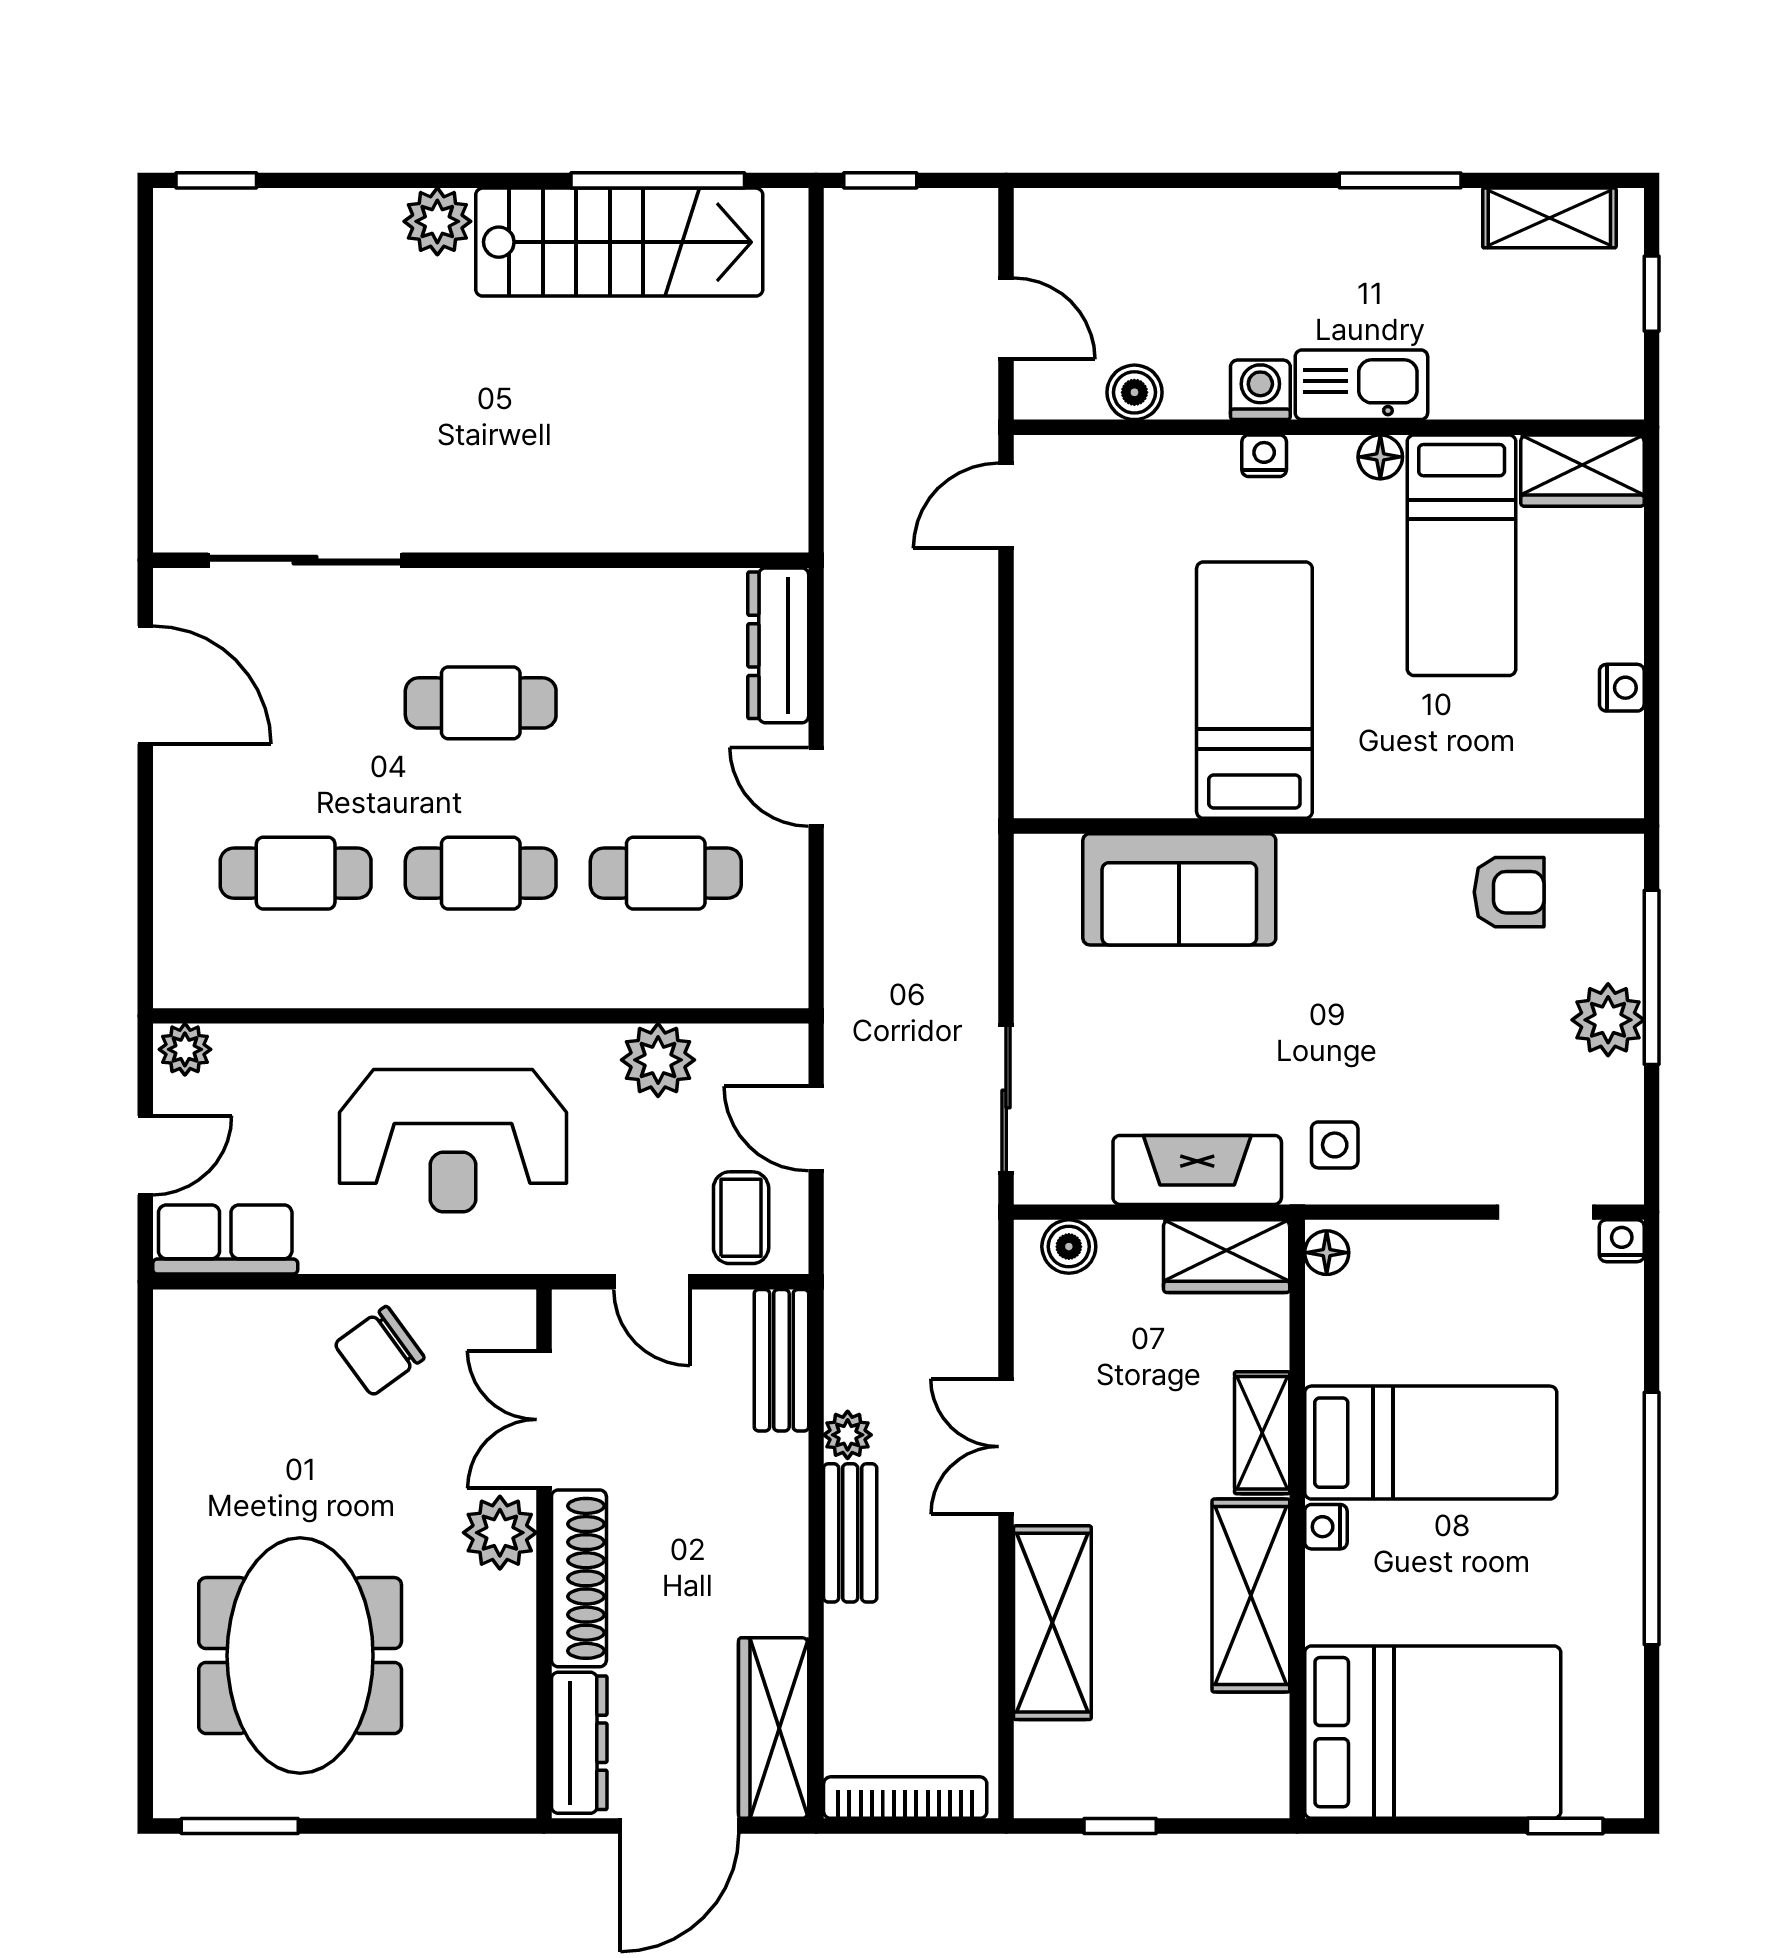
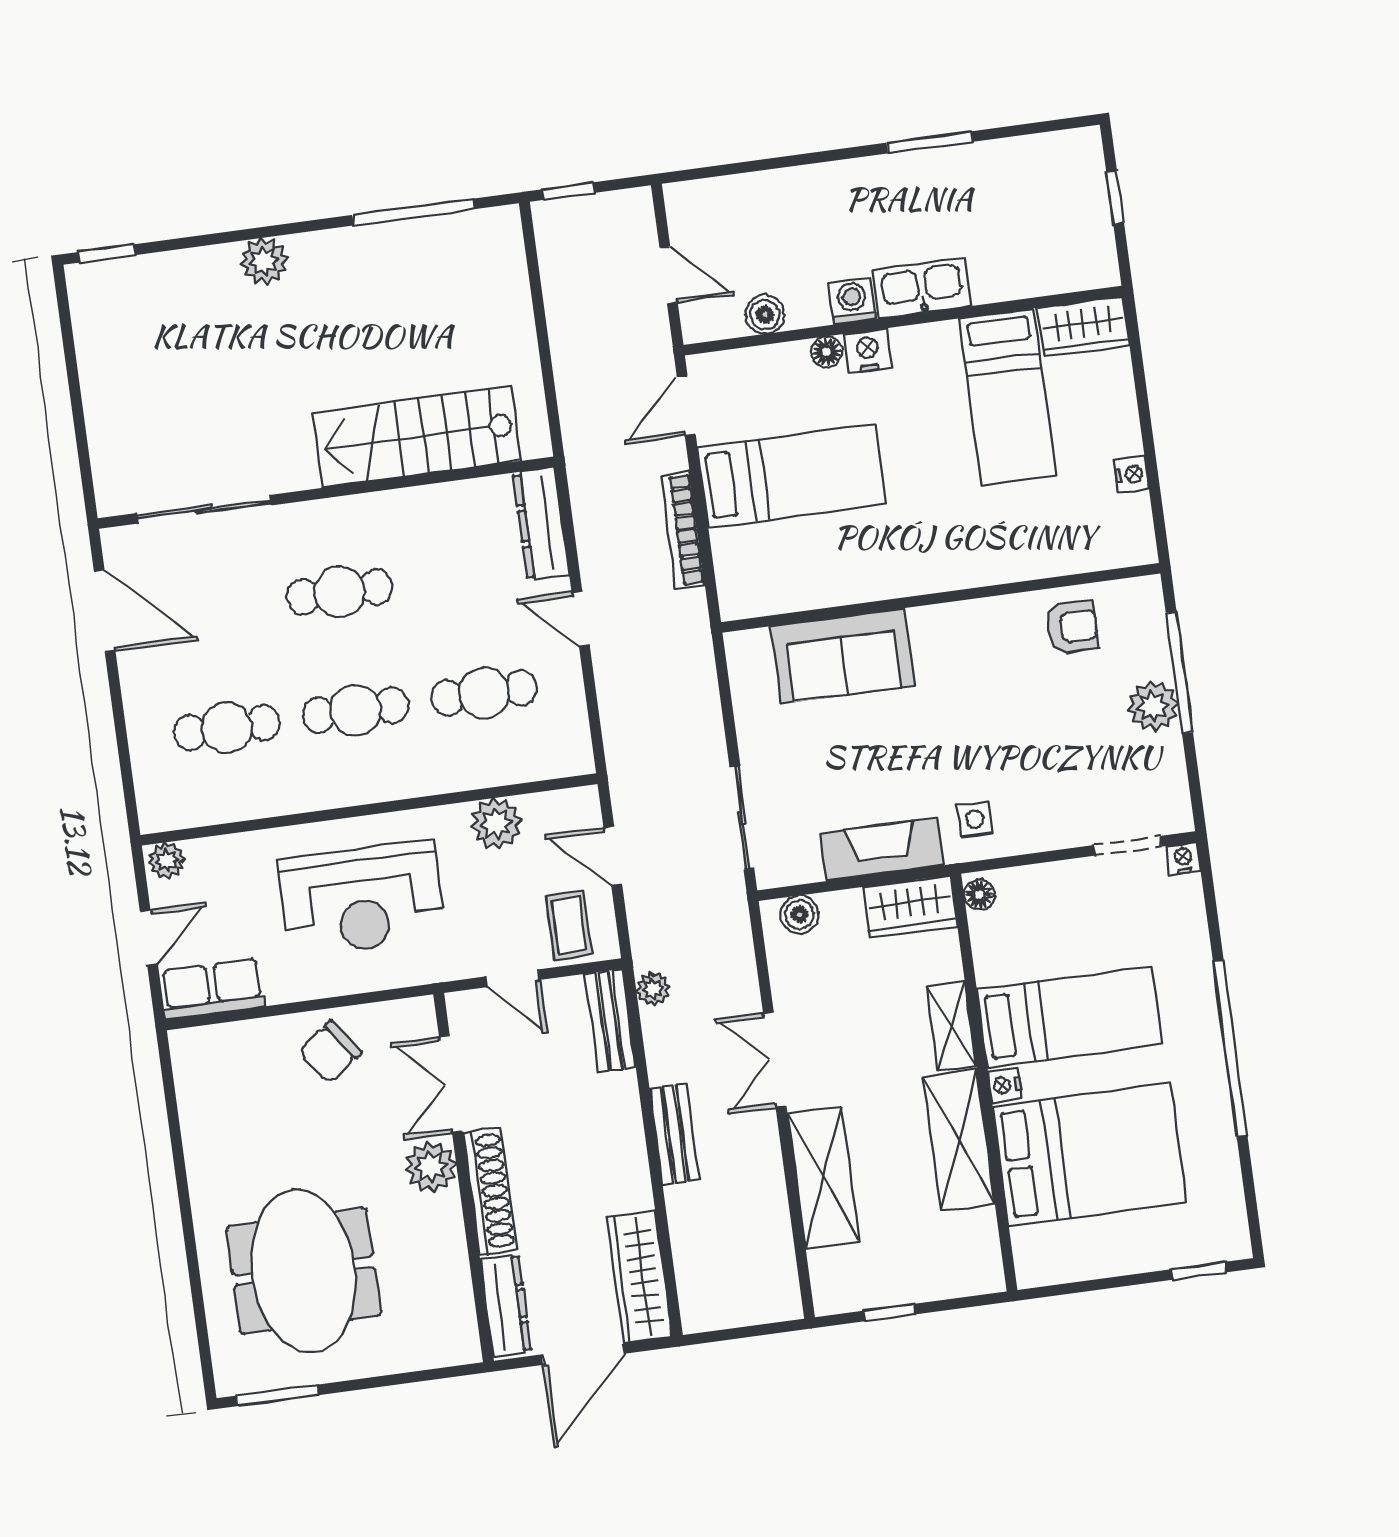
shelving: (1549, 218) -> (1037, 154), removed
stairs: (619, 242) -> (417, 437), moved, turned 180
nightstand: (1264, 456) -> (868, 351), width x1.39, depth x1.35
floor lamp: (1380, 457) -> (827, 352), moved
bed: (1254, 690) -> (792, 476), moved, turned 90
plant: (848, 1435) -> (653, 989), moved
bed: (1433, 1732) -> (1089, 1154), moved
bookcase: (905, 1798) -> (683, 530), moved, turned -90

